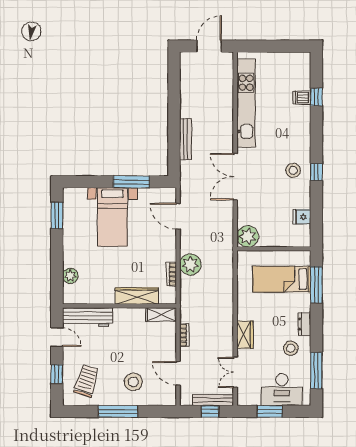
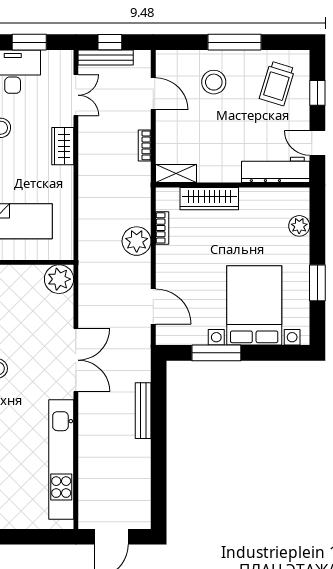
window: (57, 215) -> (317, 283), moved
bed with nightstands: (112, 217) -> (254, 305), width x1.36

